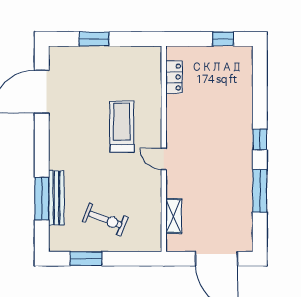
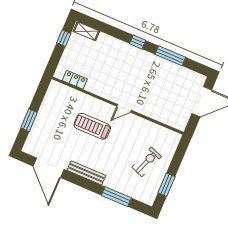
bench: (56, 198) -> (86, 173), moved
shelving: (174, 216) -> (86, 31), moved

